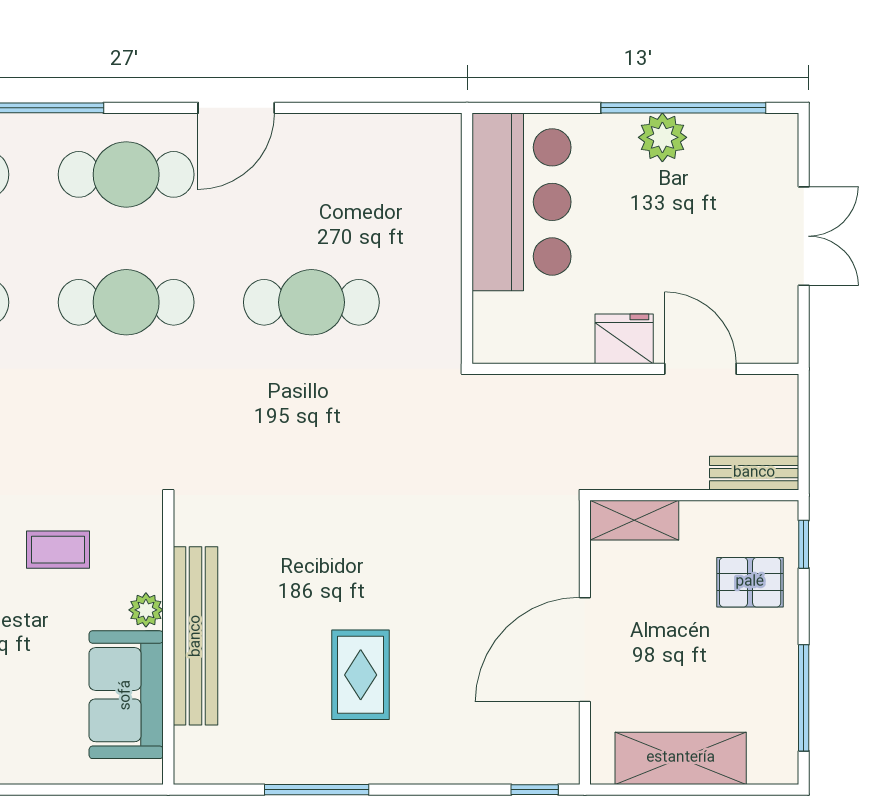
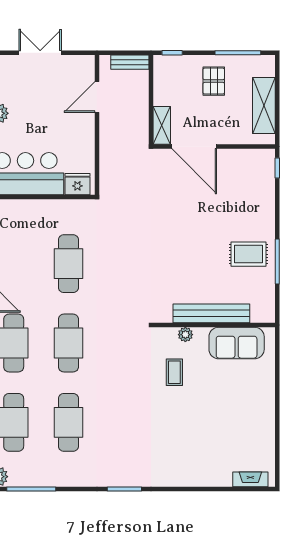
fridge: (624, 339) -> (77, 184), moved, turned 90
bench: (754, 473) -> (130, 62), moved, turned 90
pallet: (750, 582) -> (214, 81), moved
plant: (146, 610) -> (185, 335), moved
door: (585, 650) -> (194, 147), moved
rug: (361, 675) -> (249, 254), moved

